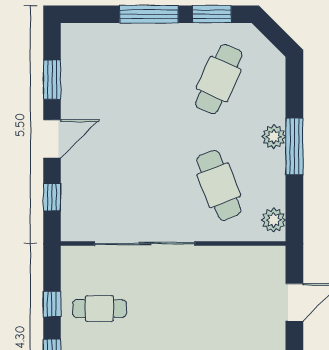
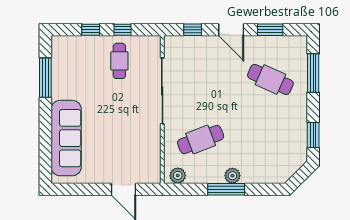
window: (149, 14) -> (313, 73), moved
cafe table: (219, 79) -> (270, 79), moved

